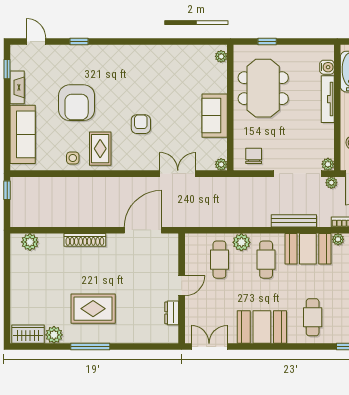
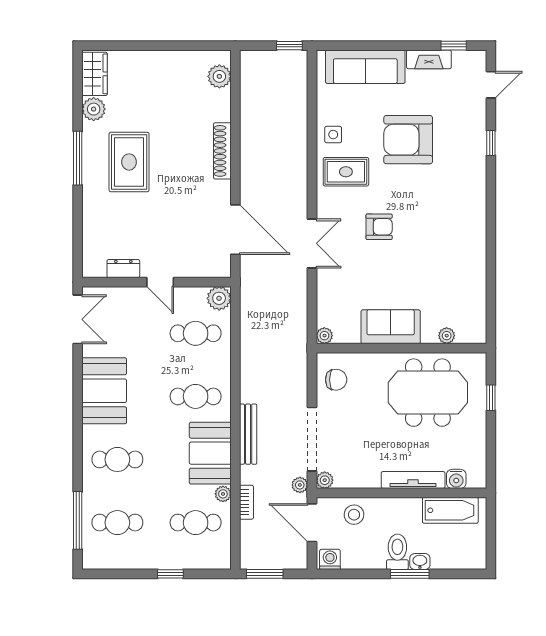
plant: (221, 56) -> (447, 336), moved
double door: (178, 174) -> (312, 243), moved
plant: (241, 242) -> (219, 298), moved

